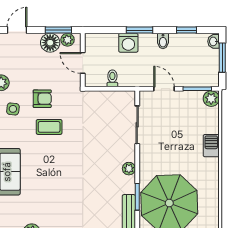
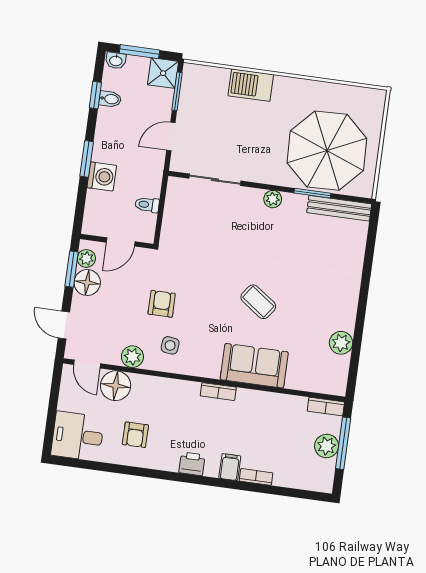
bidet: (163, 41) -> (110, 99), moved
shower: (209, 77) -> (163, 73), added
plant: (211, 99) -> (193, 74), removed
coffee table: (49, 127) -> (258, 302), moved, turned -54
barbecue: (211, 146) -> (251, 85), width x1.38, depth x1.27

